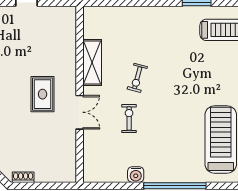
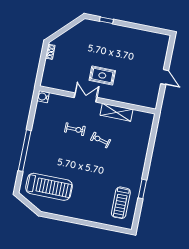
double door: (80, 112) -> (85, 97), swing flipped
water cooler: (136, 175) -> (43, 97), moved

